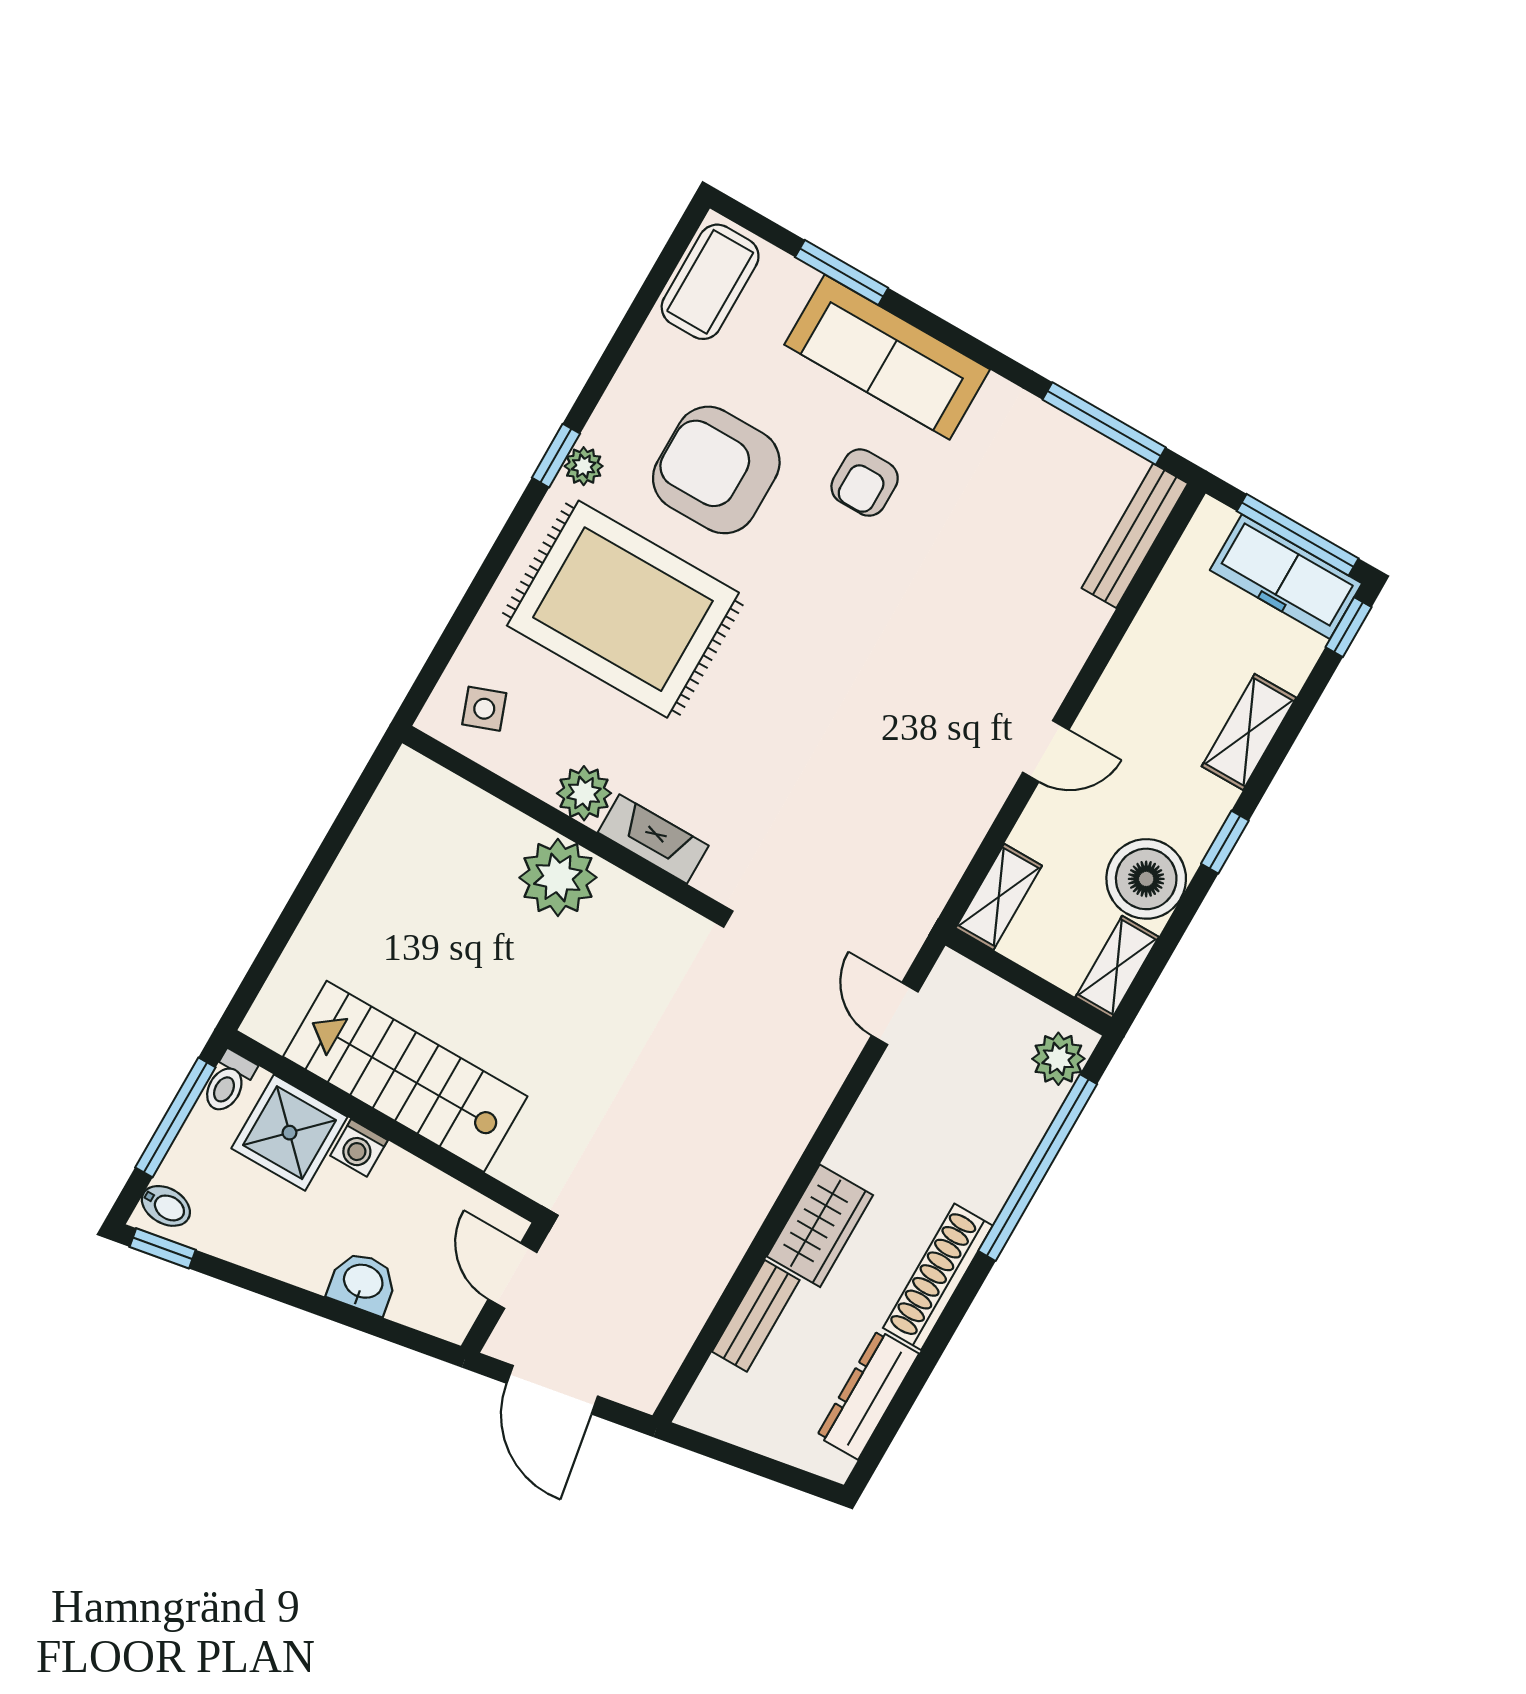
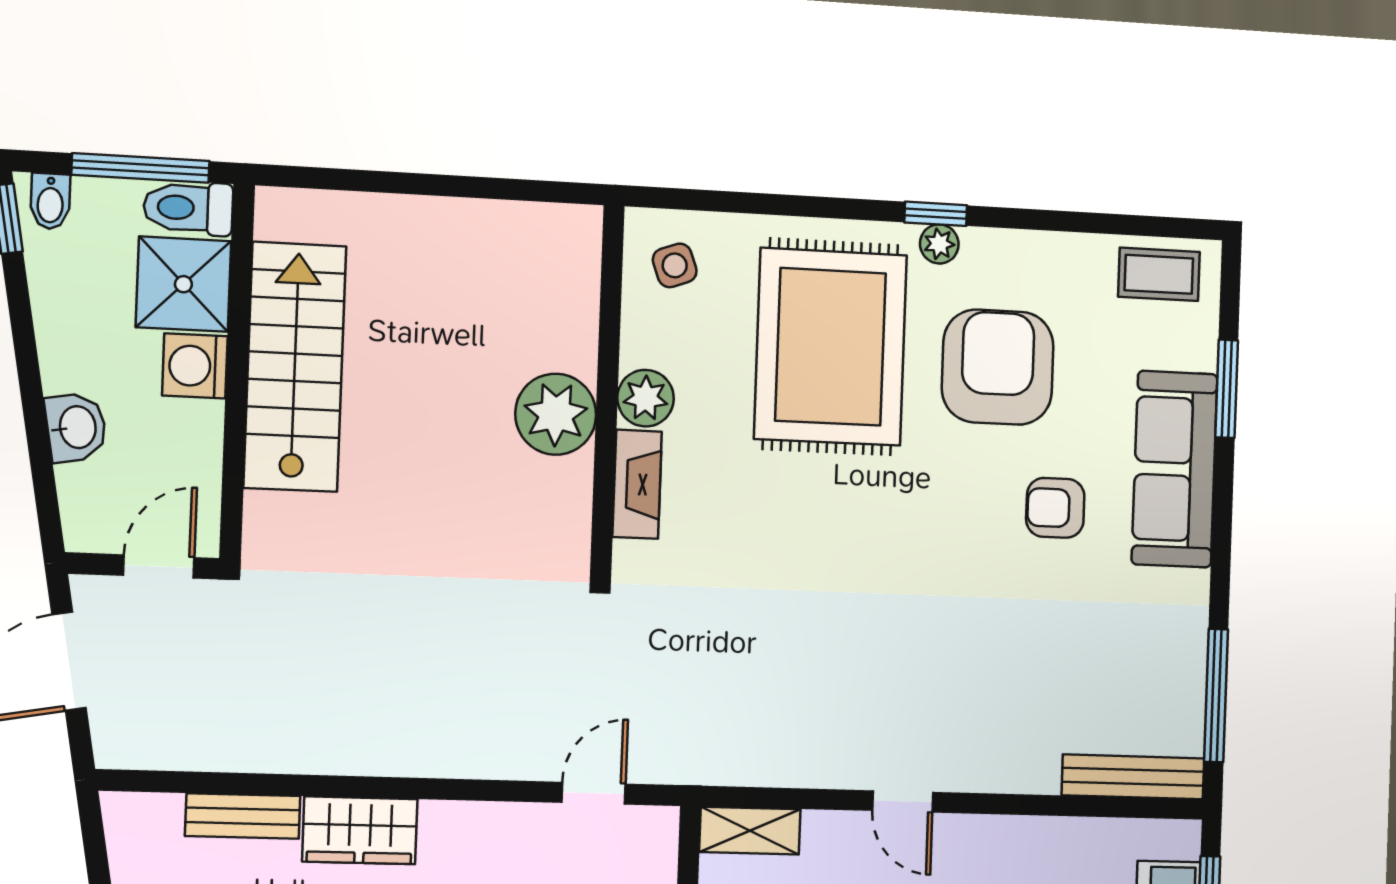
coffee table: (710, 282) -> (1159, 274), width x0.73, depth x0.77
toilet: (228, 1082) -> (188, 208), width x1.37, depth x1.39
washing machine: (359, 1148) -> (195, 366), width x1.38, depth x1.38

